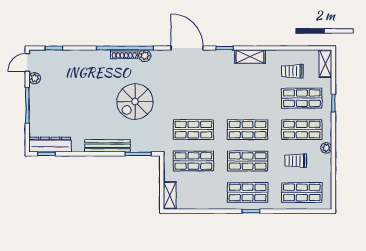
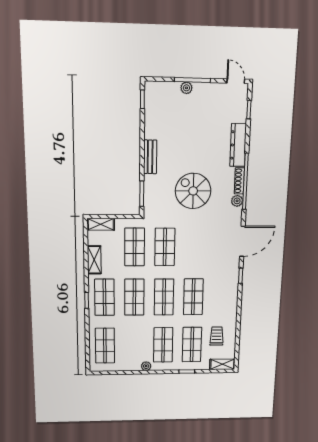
shelving: (250, 57) -> (94, 260), moved
plant: (35, 78) -> (186, 88), moved
shop shelf: (248, 98) -> (193, 297), added
dresser: (50, 145) -> (238, 145), moved, turned 180
bench: (107, 146) -> (150, 157), width x0.73
trolley: (296, 161) -> (134, 340), removed

